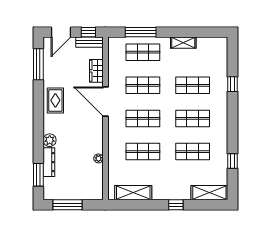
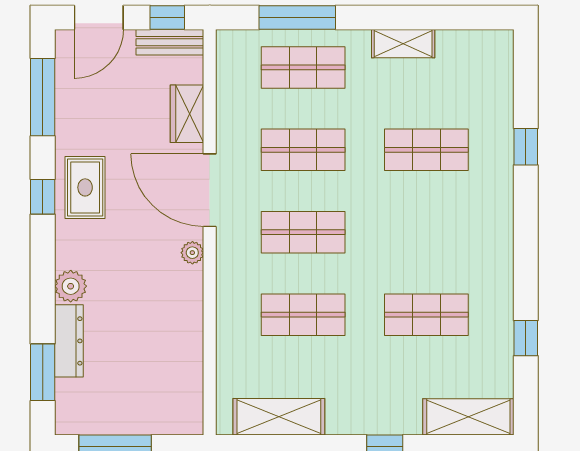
window: (38, 104) -> (43, 197), added
shop shelf: (193, 118) -> (426, 232), removed
plant: (98, 158) -> (192, 253), moved

